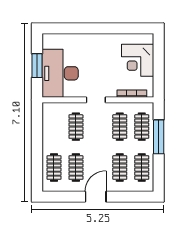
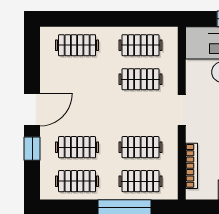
clothes rail: (76, 168) -> (141, 45), moved
door: (96, 197) -> (32, 110), hinge flipped
window: (121, 197) -> (32, 149), added

